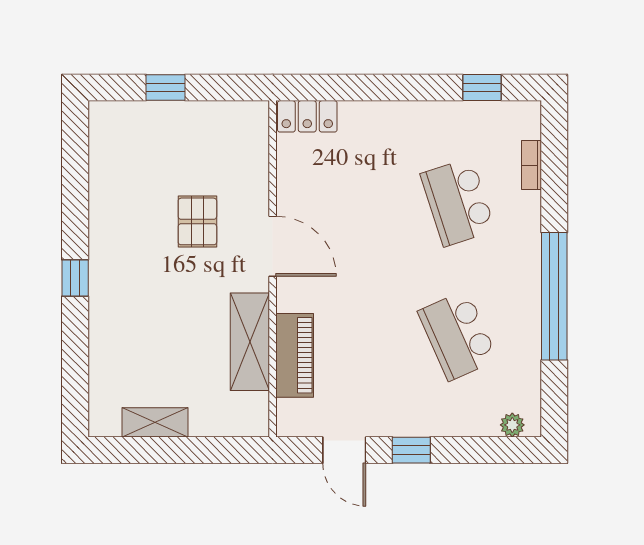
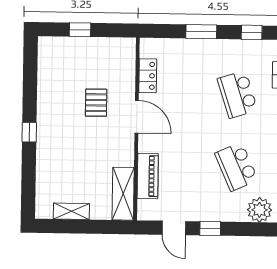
window: (389, 88) -> (201, 32), added
locker: (307, 116) -> (148, 76), moved, turned -90
shelving: (250, 342) -> (123, 194), moved
plant: (512, 425) -> (259, 210), width x1.87, depth x1.87

